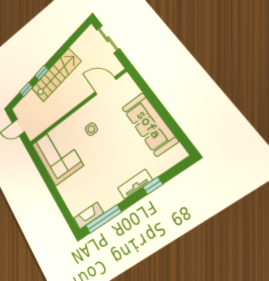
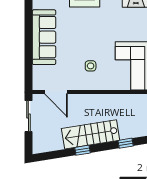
sliding door: (108, 39) -> (28, 116), moved
window: (42, 73) -> (82, 150), moved

